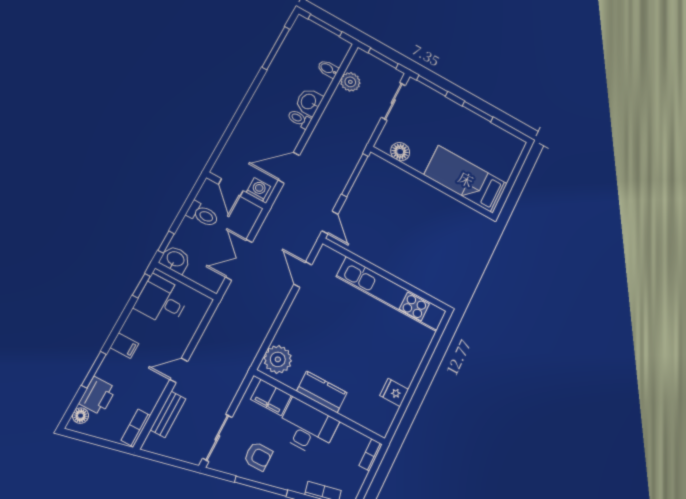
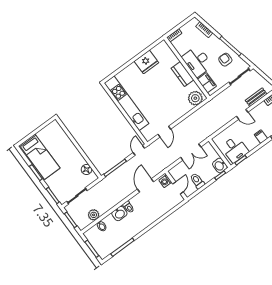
door: (289, 168) -> (146, 185), swing flipped
bed: (466, 179) -> (40, 157), moved
fridge: (394, 392) -> (146, 62), width x1.88, depth x1.34

